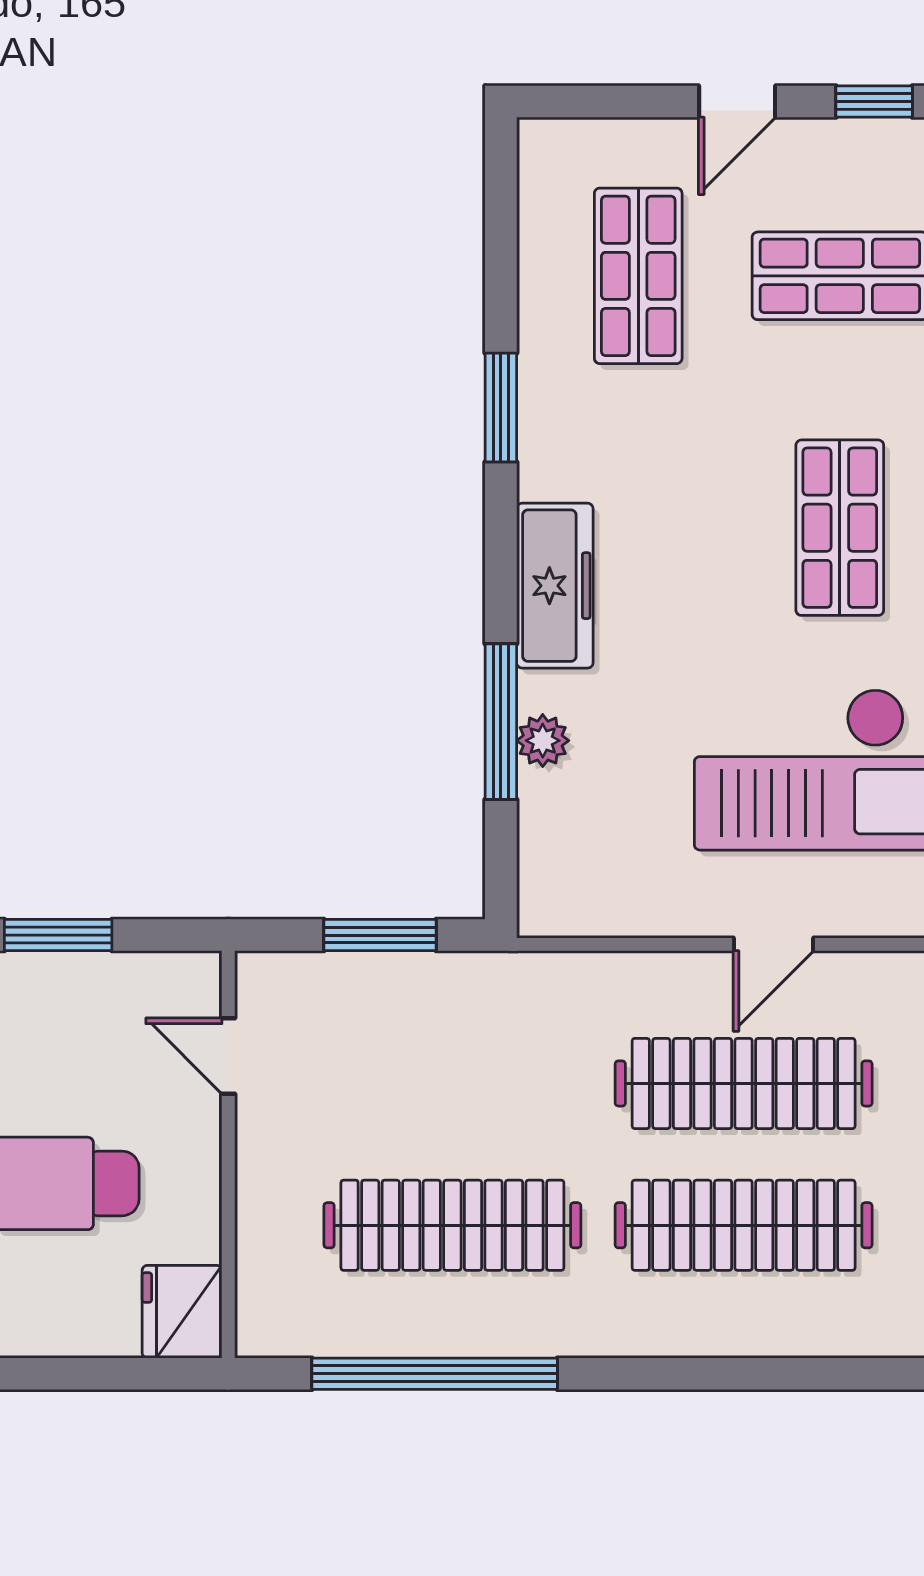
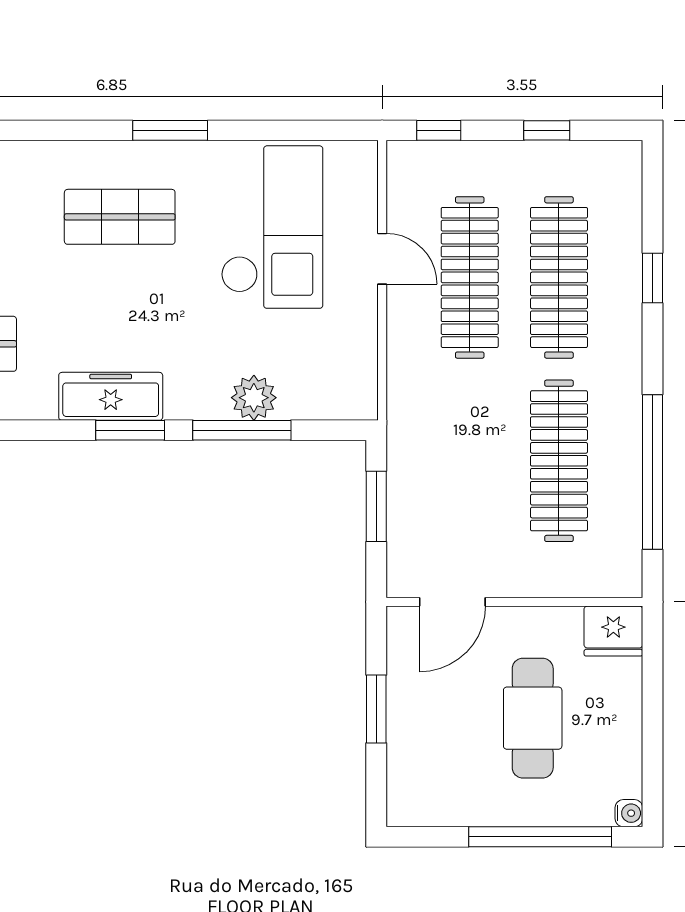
window: (501, 408) -> (130, 430), moved
freezer: (555, 586) -> (111, 396), moved
plant: (543, 741) -> (254, 398), width x1.38, depth x1.38
door: (228, 1056) -> (452, 602), width x1.38
window: (743, 1374) -> (652, 278), added

